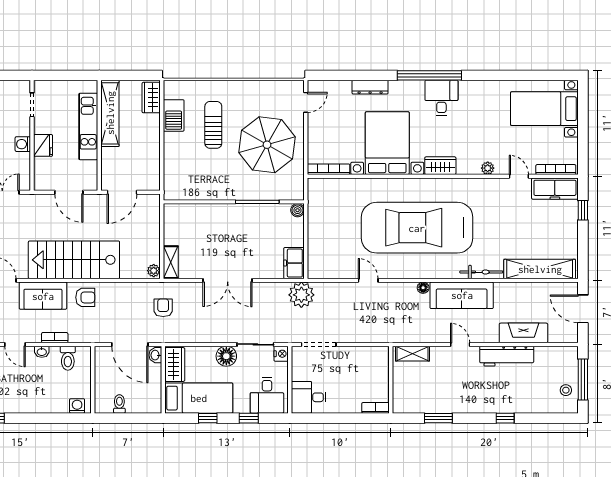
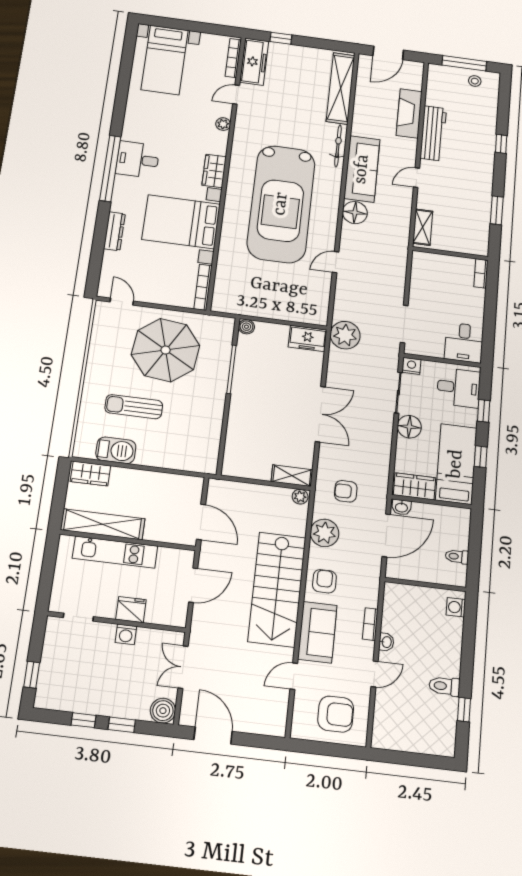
floor lamp: (423, 288) -> (355, 213), width x1.89, depth x1.89
plant: (126, 294) -> (325, 533), added
toilet: (68, 358) -> (444, 686), moved, turned 180

